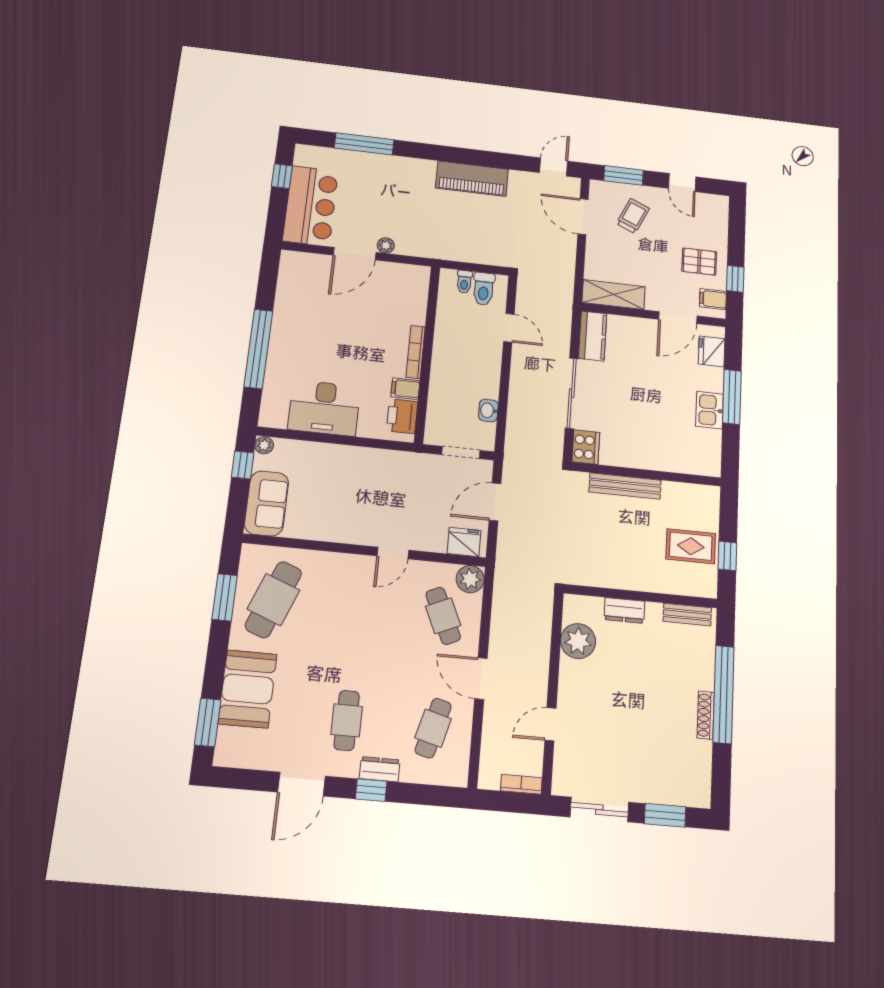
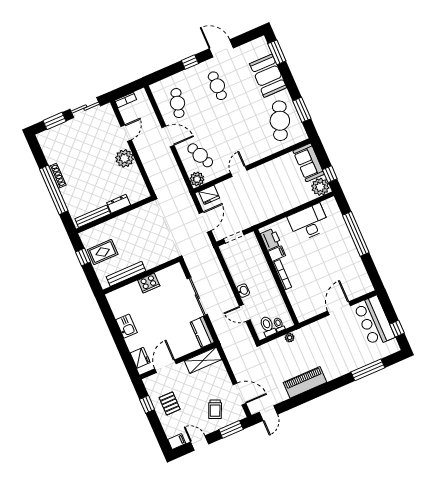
plant: (386, 245) -> (290, 338), moved
pallet: (699, 262) -> (170, 403), turned 90
filing cabinet: (713, 299) -> (177, 441), moved
window: (732, 397) -> (119, 339), removed
washbasin: (488, 411) -> (243, 291), moved
plant: (264, 445) -> (320, 187), width x1.88, depth x1.88
cooker: (586, 447) -> (149, 283), moved, turned -90
bench: (625, 486) -> (126, 274), moved
bench: (687, 615) -> (93, 216), width x1.36
plant: (578, 641) -> (124, 158), moved
dresser: (380, 769) -> (191, 73), removed
door: (301, 784) -> (221, 48), hinge flipped

